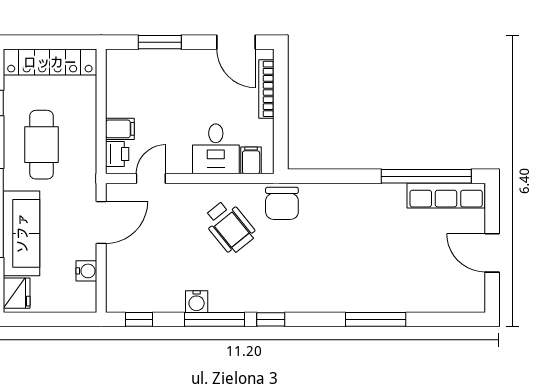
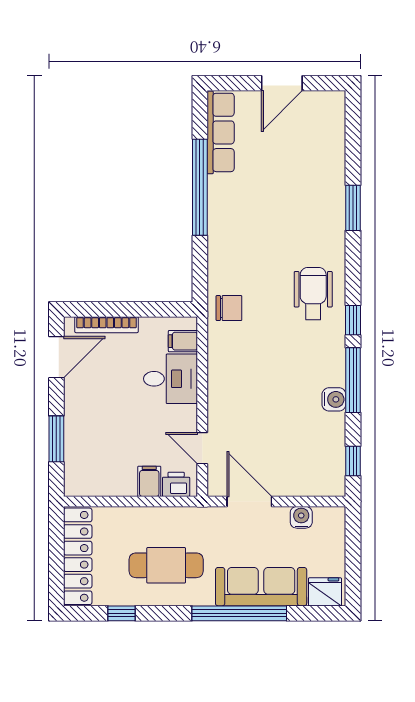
window: (426, 176) -> (200, 187), moved
chair: (282, 203) -> (229, 308), width x0.73, depth x0.73
wheelchair: (229, 227) -> (313, 293), moved, turned -51
window: (376, 319) -> (353, 208), width x0.69

